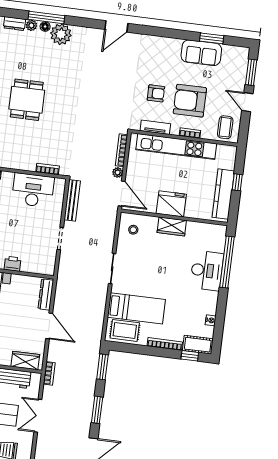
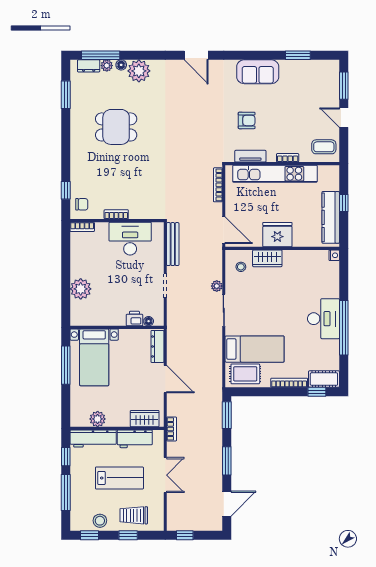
window: (46, 18) -> (101, 55), moved
door: (116, 26) -> (196, 55), hinge flipped
sofa: (201, 53) -> (258, 72), moved
dining table: (27, 100) -> (116, 127), moved, turned 90
armchair: (190, 101) -> (283, 124), removed
coffee table: (225, 127) -> (324, 147), turned 90
bookcase: (48, 169) -> (116, 214), moved
plant: (118, 172) -> (217, 286), moved
wardrobe: (172, 227) -> (267, 258), moved
window: (227, 262) -> (344, 328), moved
printer: (13, 264) -> (134, 319), moved
floor lamp: (40, 270) -> (149, 321), added
desk: (207, 271) -> (323, 319), moved
nightstand: (211, 320) -> (334, 255), moved
double door: (38, 416) -> (165, 475), swing flipped

